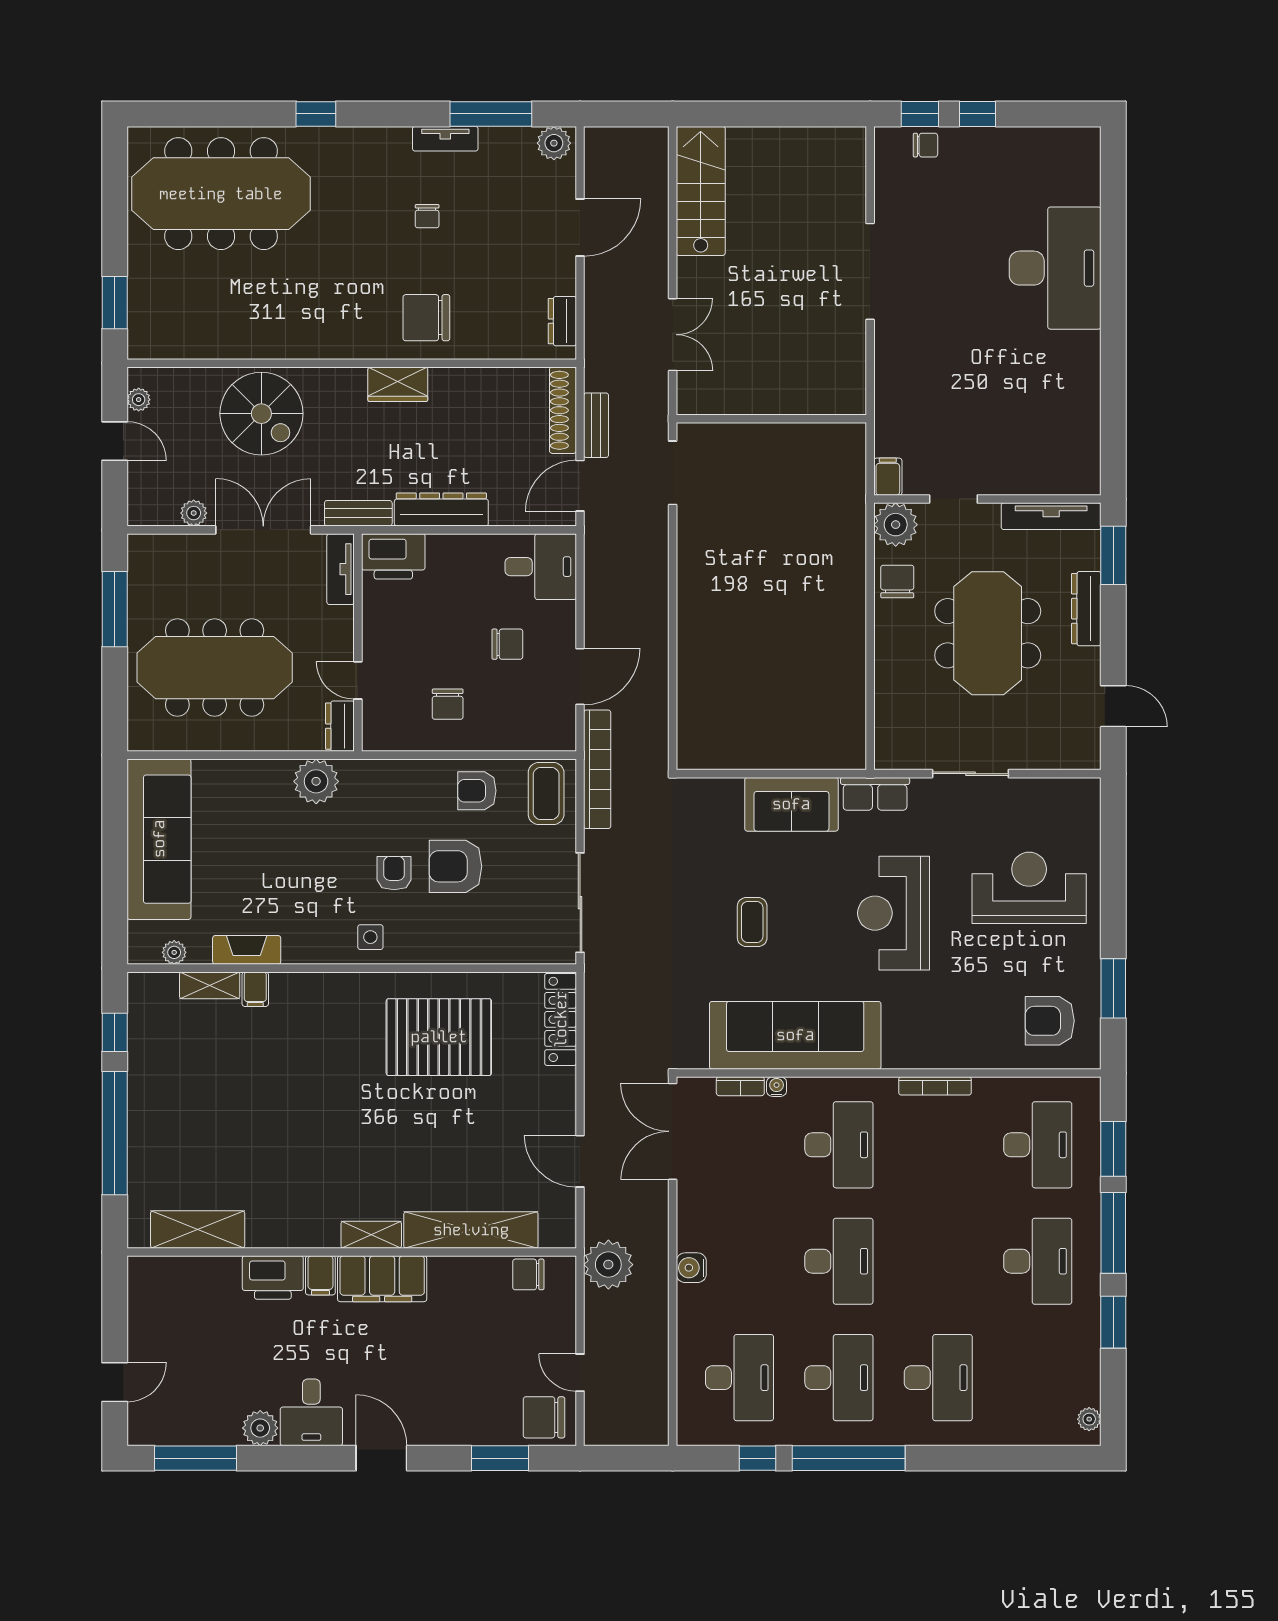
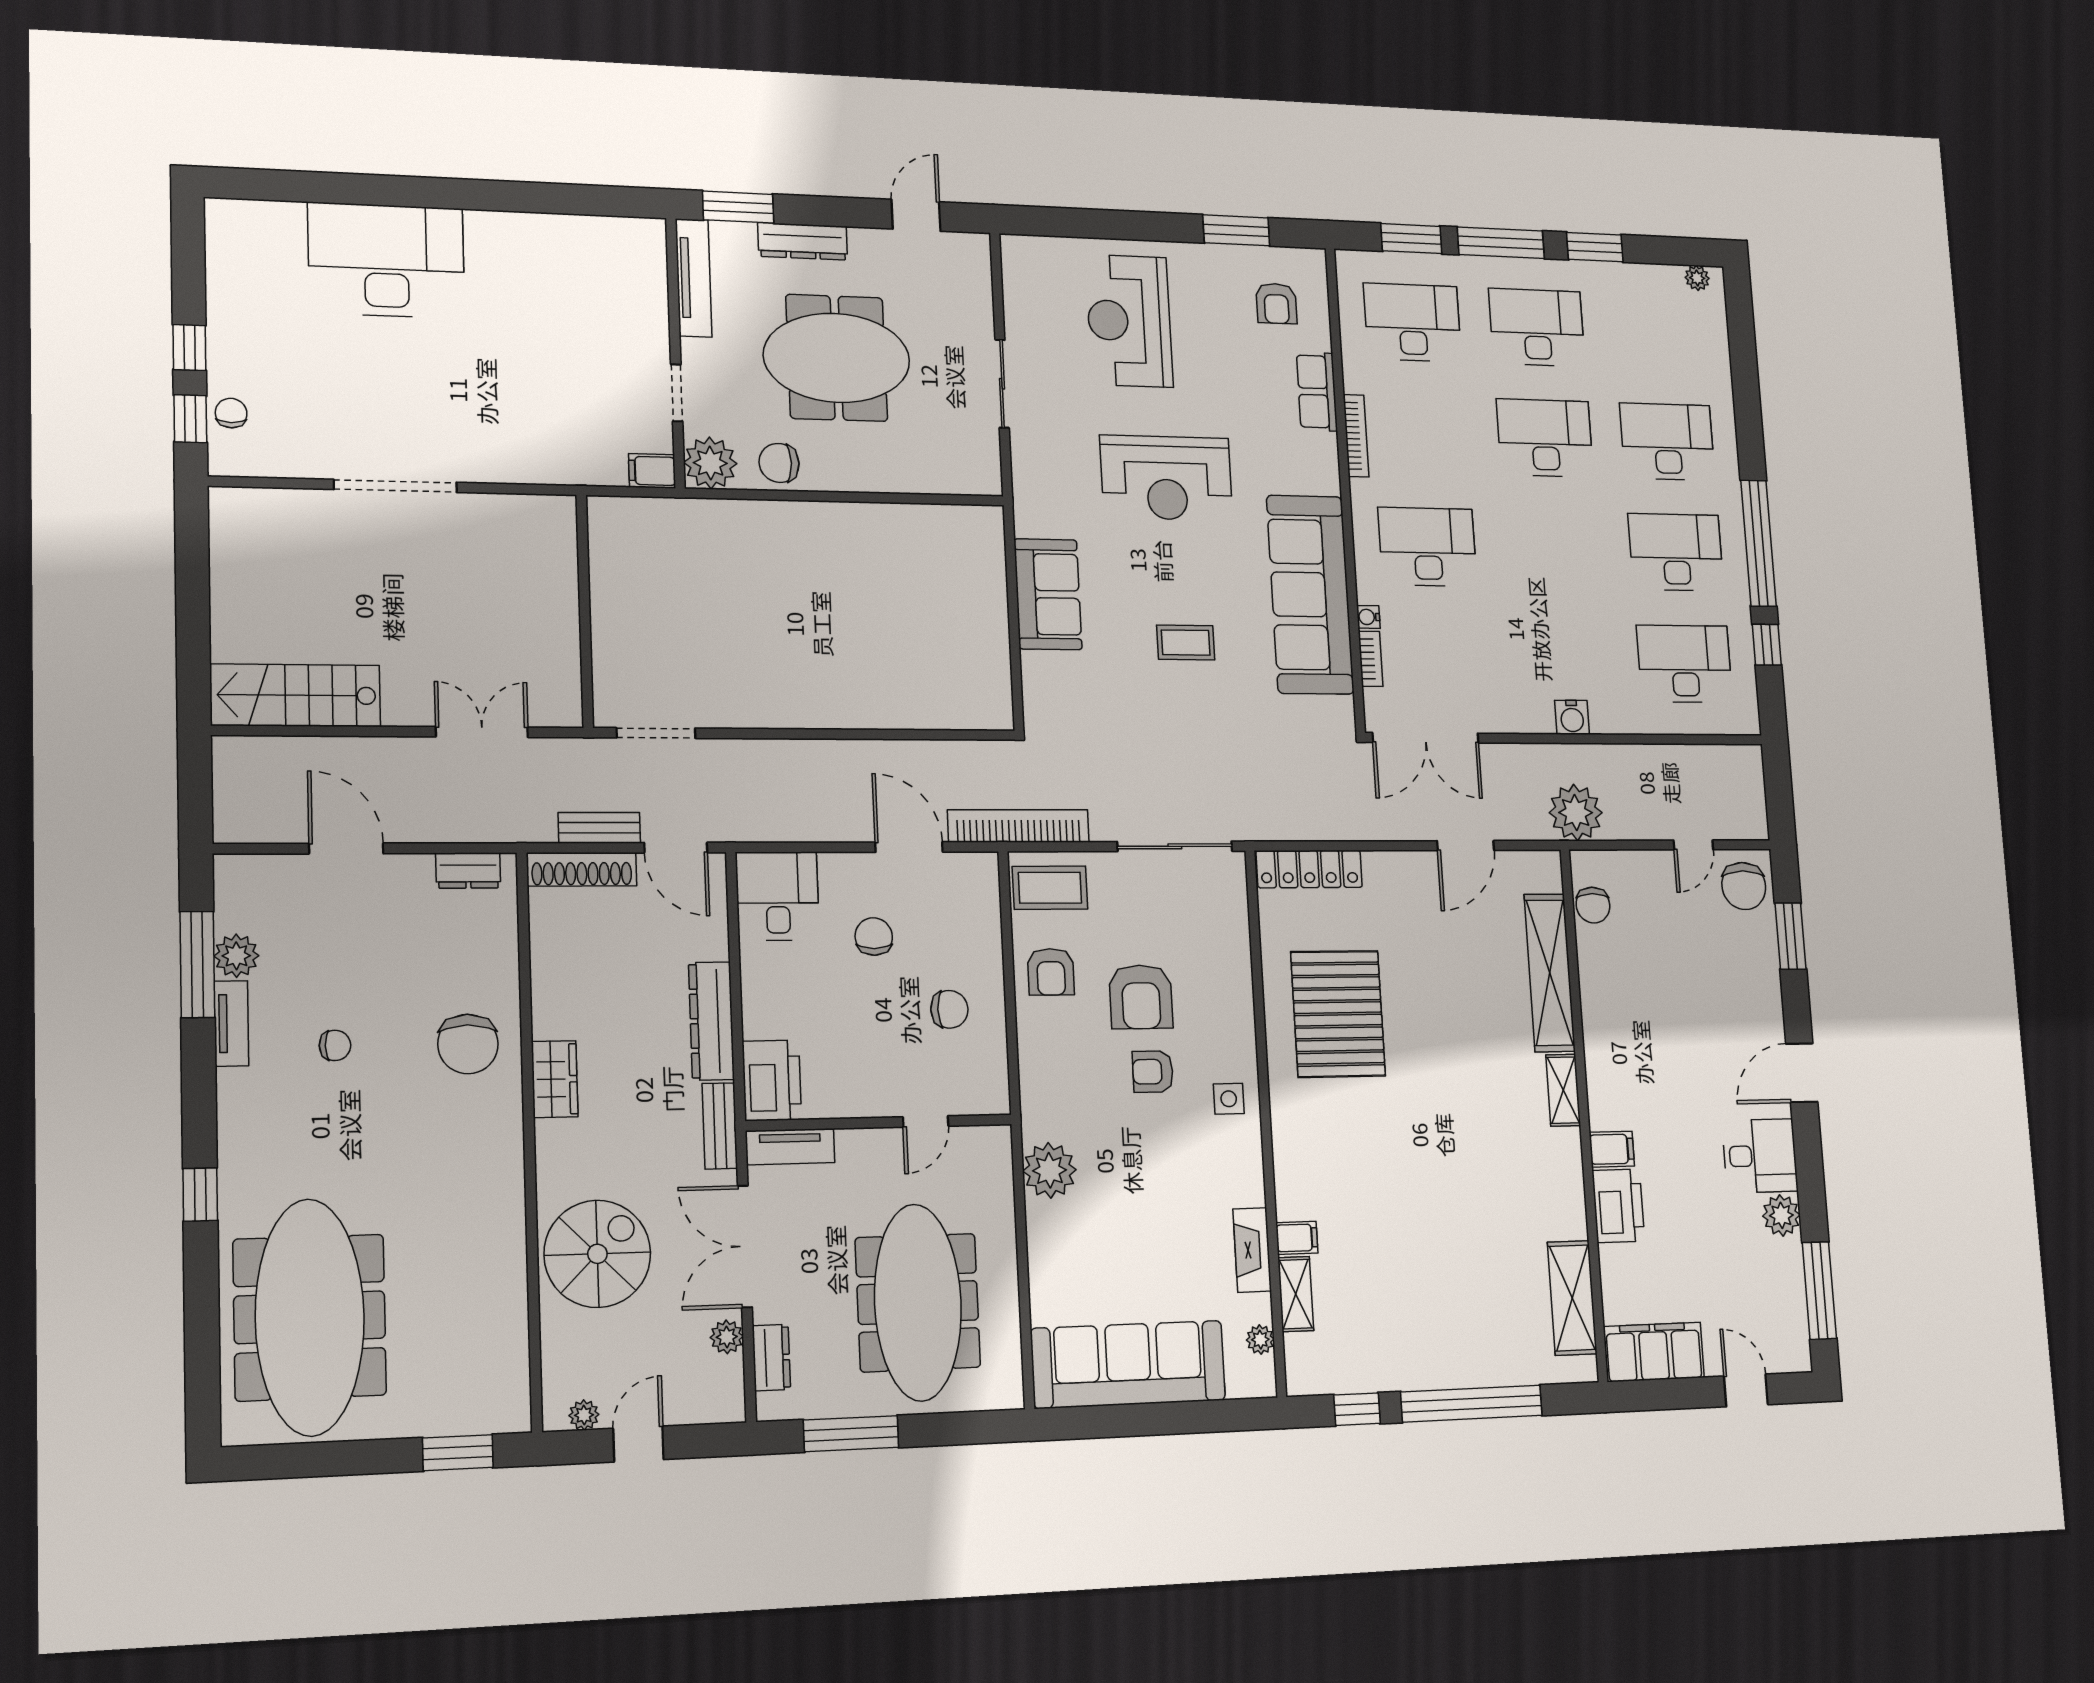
plant: (554, 143) -> (236, 956), moved
dresser: (340, 726) -> (771, 1358), moved, turned -90
row of seats: (875, 794) -> (1317, 392), moved, turned 180
armchair: (1050, 1021) -> (1276, 303), width x0.72, depth x0.72
desk: (839, 1261) -> (1545, 438), moved
filing cabinet: (382, 1279) -> (1654, 1352), moved, turned -90

